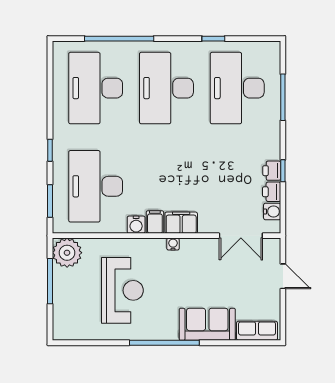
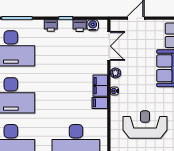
printer: (272, 171) -> (51, 26), moved
water cooler: (136, 225) -> (101, 115), removed
plant: (200, 246) -> (115, 73), added

